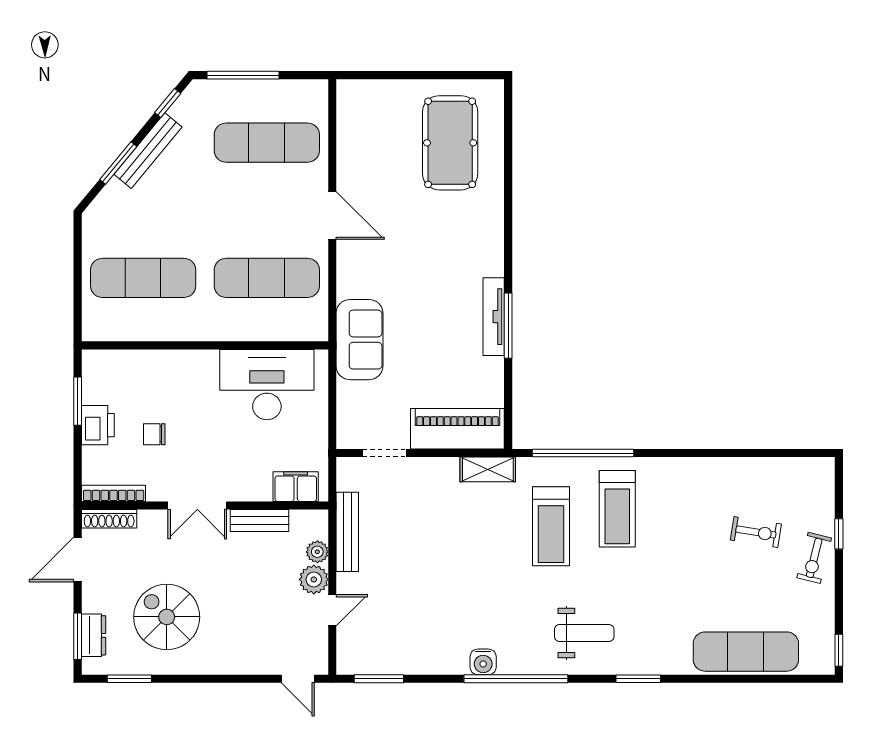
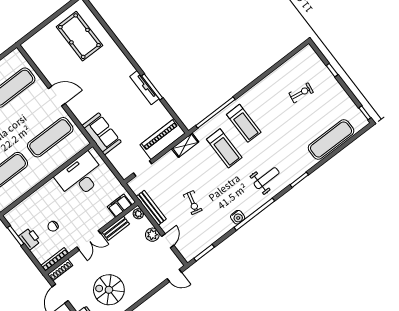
plant: (317, 552) -> (138, 214), moved
exercise bike: (814, 558) -> (193, 203), moved

